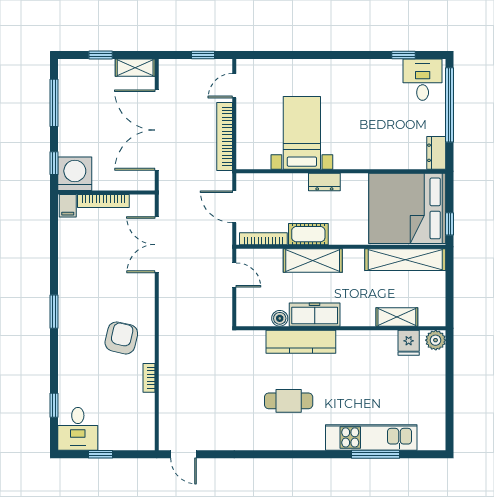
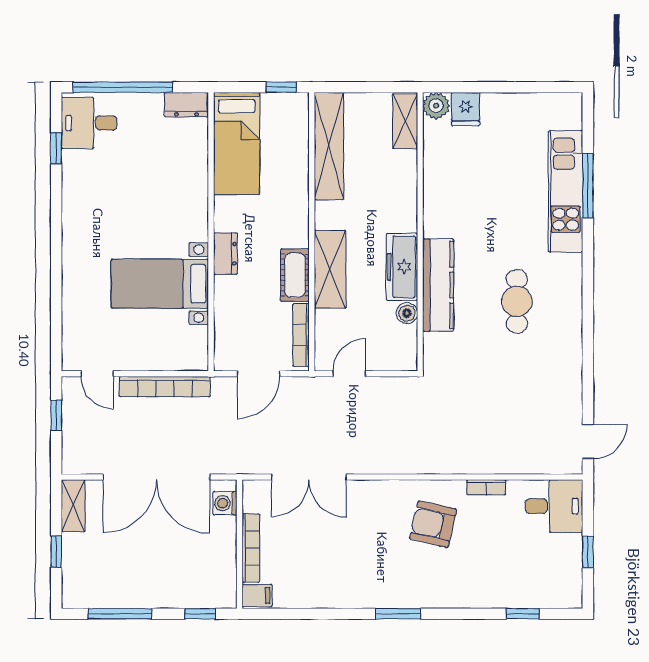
washing machine: (75, 174) -> (225, 503), moved, width x0.53, depth x0.53
bed: (407, 208) -> (237, 143), width x0.49
shelving: (397, 317) -> (405, 121), moved
fridge: (409, 343) -> (466, 109), moved, turned 90
desk: (78, 429) -> (554, 506), moved

